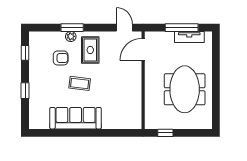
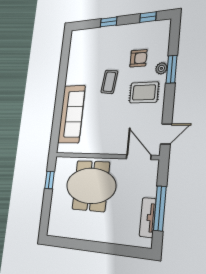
armchair: (61, 58) -> (138, 58), turned -90
meeting table: (185, 89) -> (91, 186), moved
sofa: (76, 118) -> (71, 114), moved

